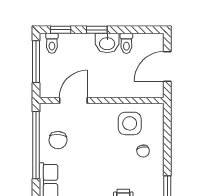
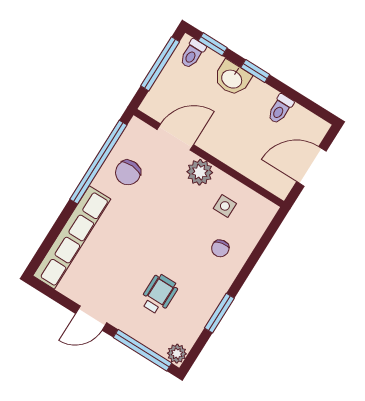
washbasin: (107, 43) -> (232, 78), moved
plant: (102, 112) -> (200, 172), added
side table: (130, 123) -> (225, 206), width x0.54, depth x0.54

